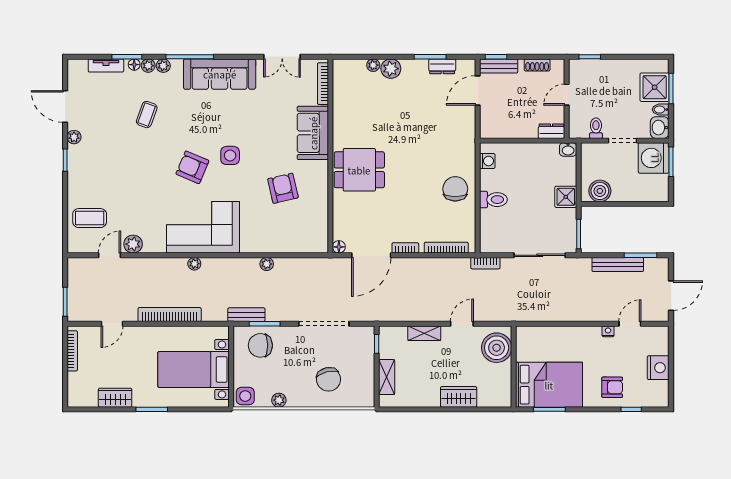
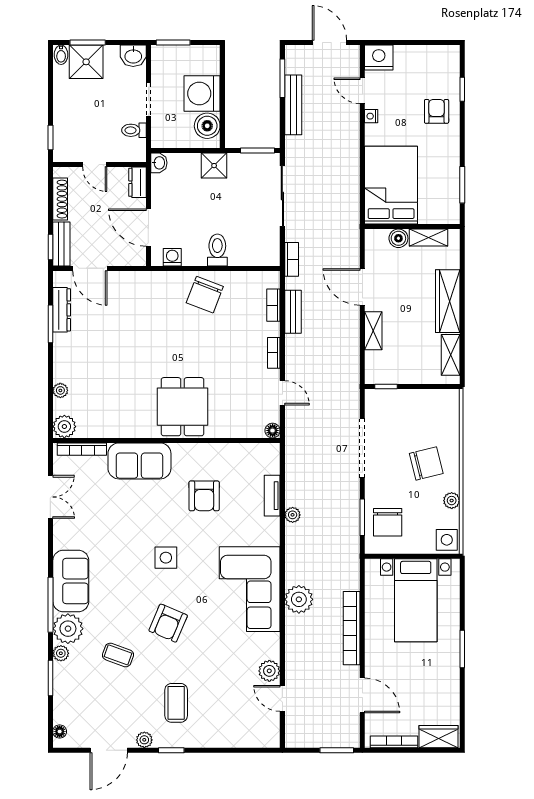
tv unit: (106, 65) -> (272, 496), moved, turned 180
floor lamp: (134, 65) -> (60, 731), moved
shoe rack: (537, 65) -> (60, 199), width x1.43
plant: (163, 66) -> (68, 629), width x1.88, depth x1.88
dresser: (442, 66) -> (62, 310), width x1.44
plant: (391, 69) -> (64, 427), moved
sofa: (220, 74) -> (71, 581), width x0.73
bidet: (661, 110) -> (61, 55), moved
door: (513, 141) -> (148, 228), added
washing machine: (654, 158) -> (202, 94), moved, turned 90
armchair: (192, 167) -> (168, 623), moved
armchair: (283, 188) -> (204, 496), turned -77
chair: (455, 189) -> (205, 295), turned -69
coffee table: (90, 218) -> (176, 703), moved
bookcase: (446, 248) -> (273, 305), width x0.64
door: (371, 255) -> (282, 393), width x0.53
plant: (194, 264) -> (299, 599), width x1.87, depth x1.87
bench: (246, 315) -> (293, 312), moved
door: (112, 324) -> (362, 695), width x1.38
door: (462, 324) -> (362, 287), width x1.38
boiler: (497, 348) -> (398, 238), width x0.54, depth x0.54
nightstand: (658, 368) -> (379, 58), moved
shelving: (387, 377) -> (451, 355), moved, turned 90
chair: (329, 379) -> (426, 463), moved
shelving: (504, 380) -> (428, 237), added
bed: (549, 385) -> (391, 185), moved
wardrobe: (459, 397) -> (448, 301), width x1.50
wardrobe: (115, 398) -> (438, 737), moved, turned 90

